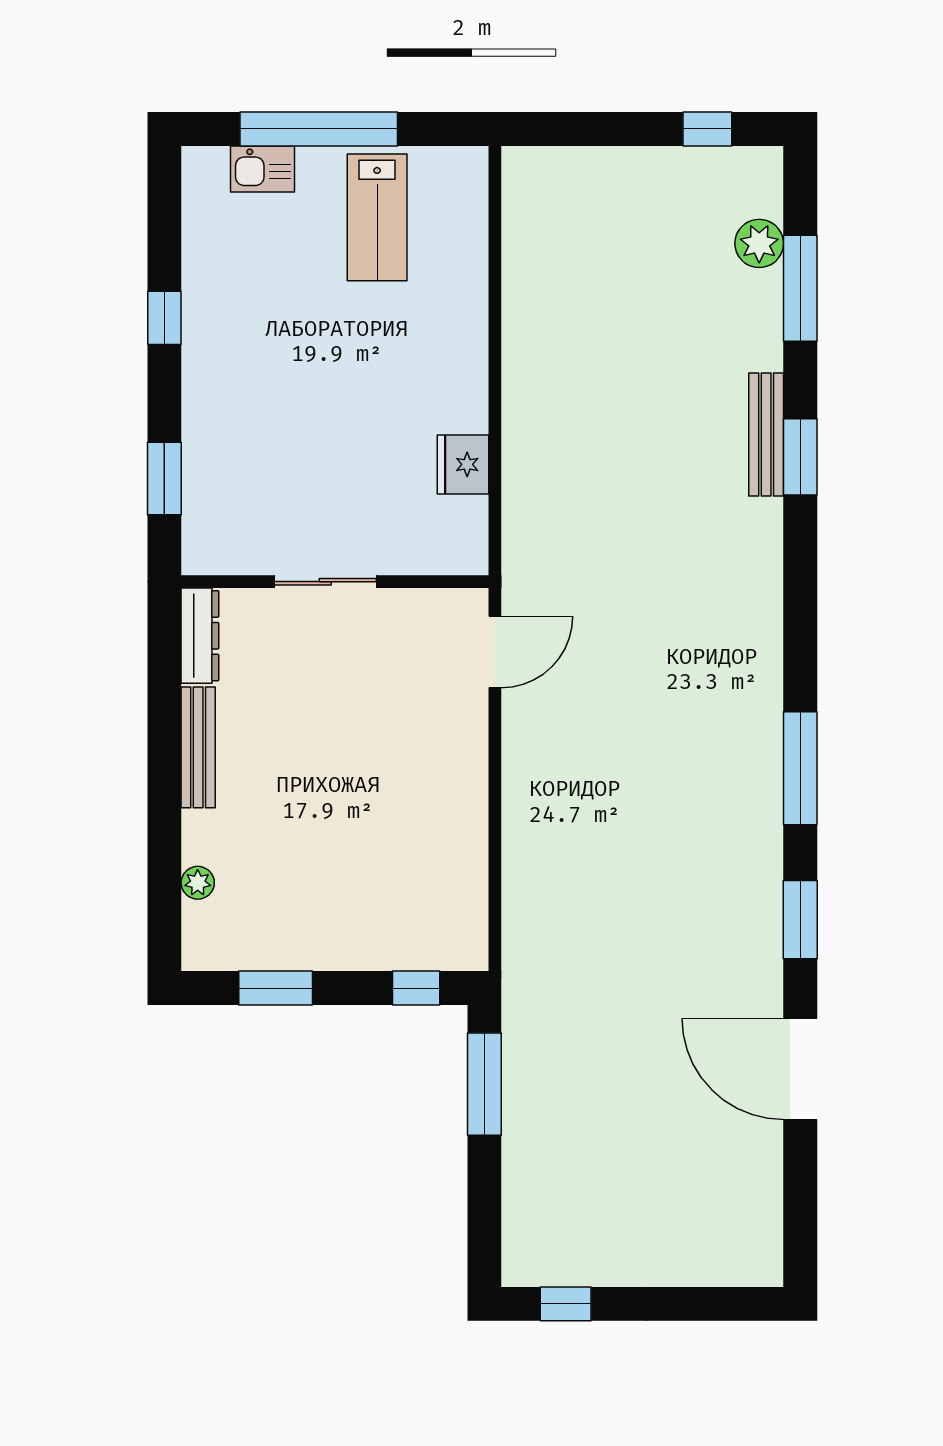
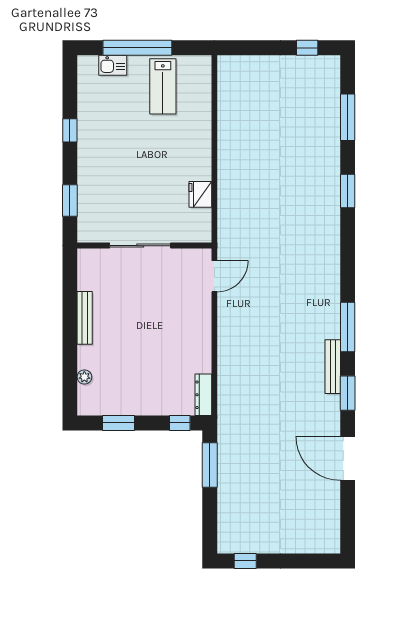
plant: (759, 243) -> (330, 98), removed
bench: (766, 435) -> (333, 367), moved
sliding door: (325, 582) -> (140, 246), width x1.37
dresser: (200, 636) -> (203, 395), moved, turned 180

